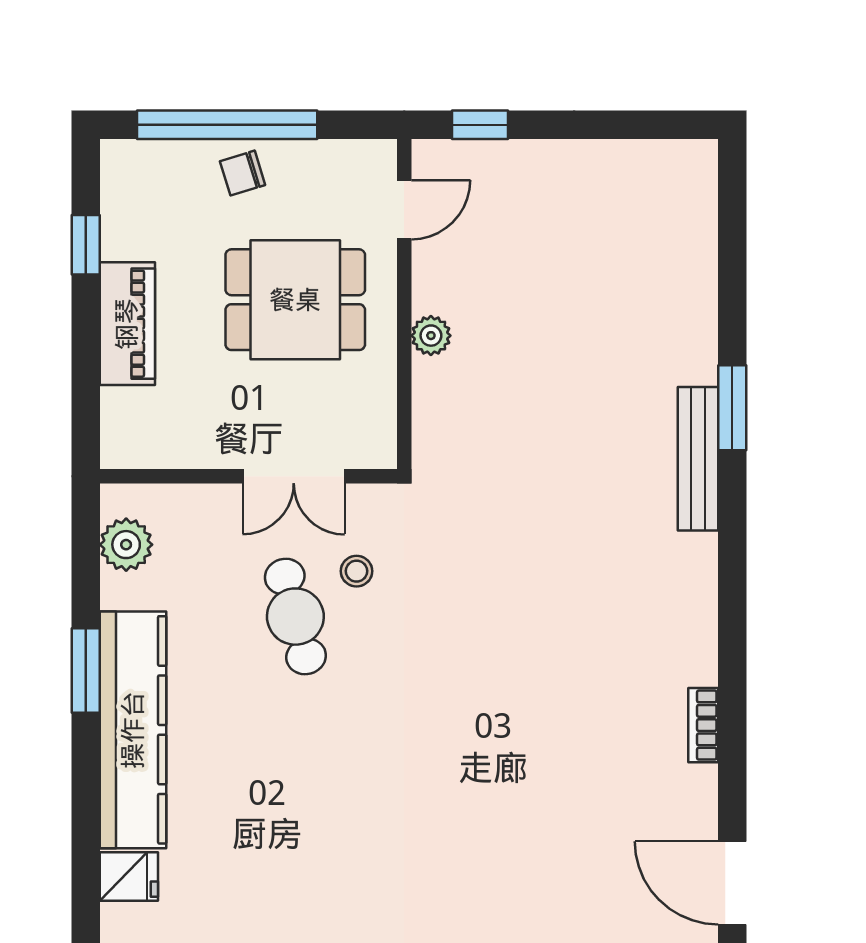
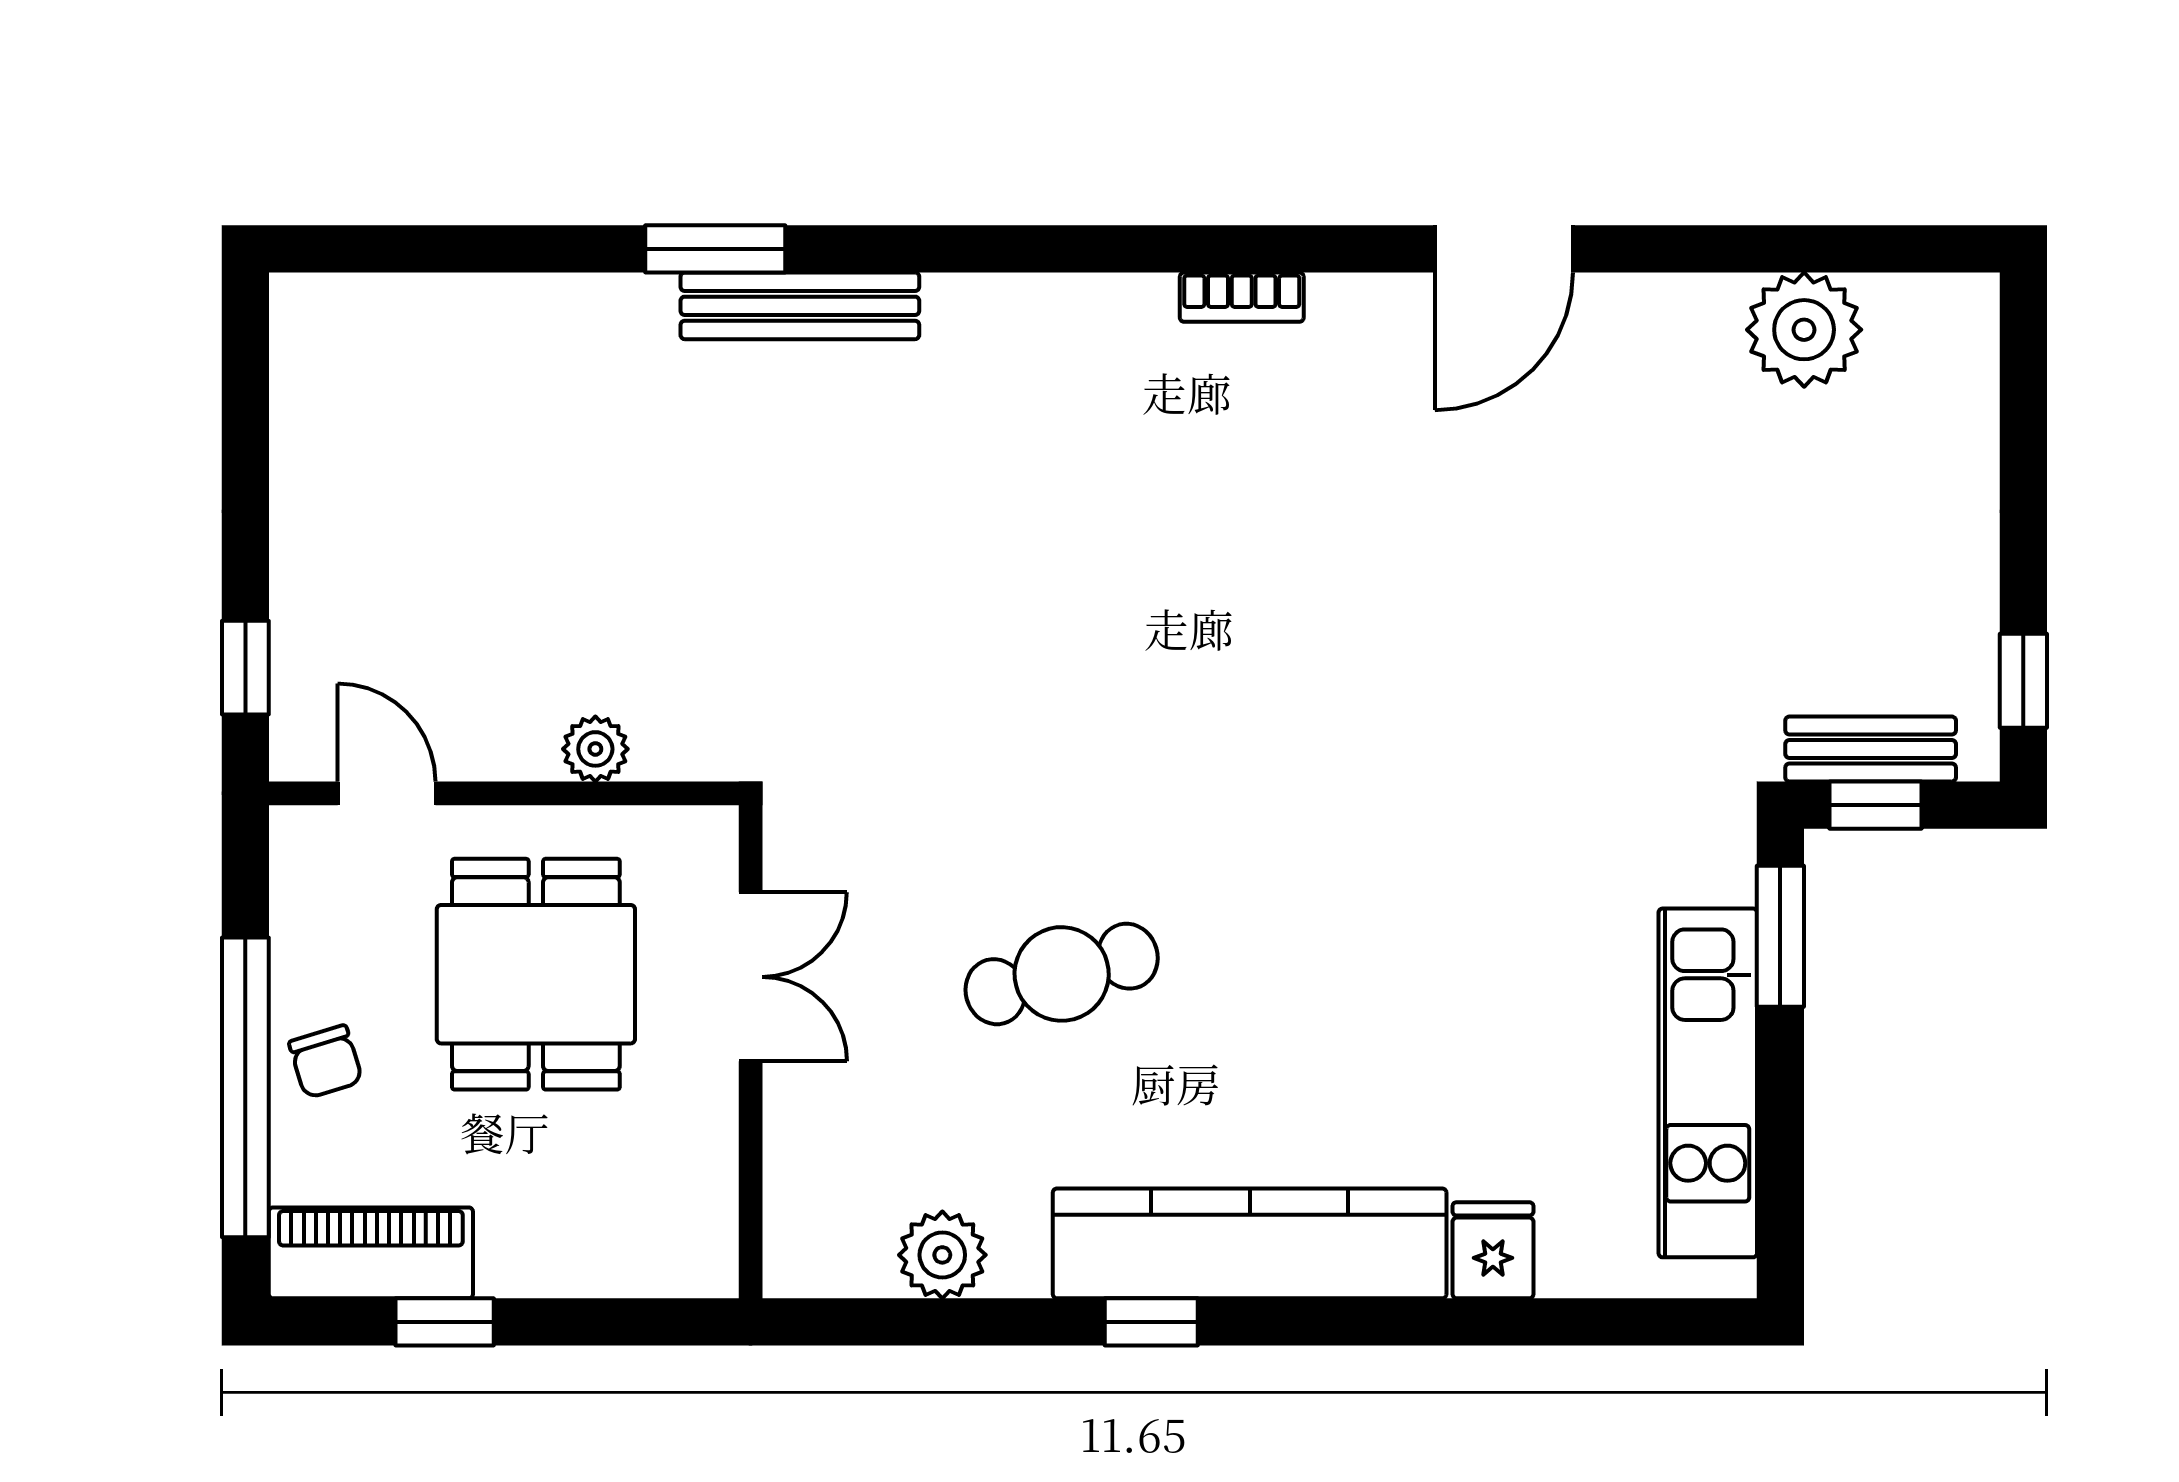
piano: (127, 324) -> (371, 1253), moved
wall: (248, 476) -> (751, 1052), moved
double door: (294, 476) -> (751, 977), moved
stool: (356, 571) -> (986, 873), removed
window: (86, 671) -> (1151, 1322), width x0.67

